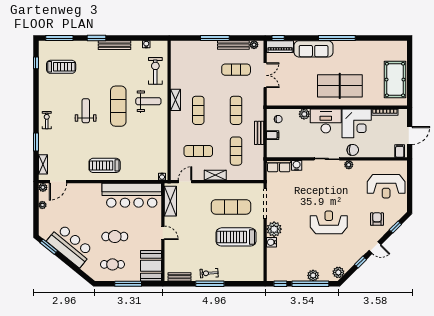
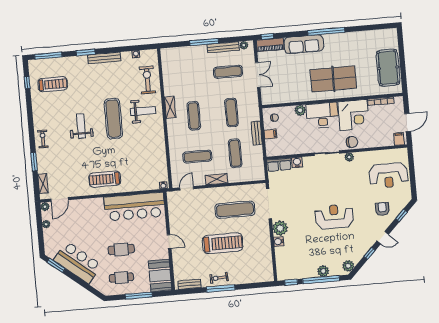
shelving: (170, 201) -> (174, 209), removed
treadmill: (236, 237) -> (223, 243), moved, turned 180

